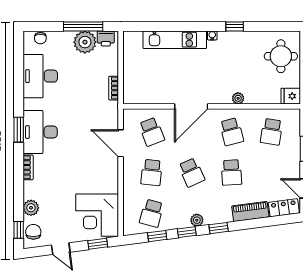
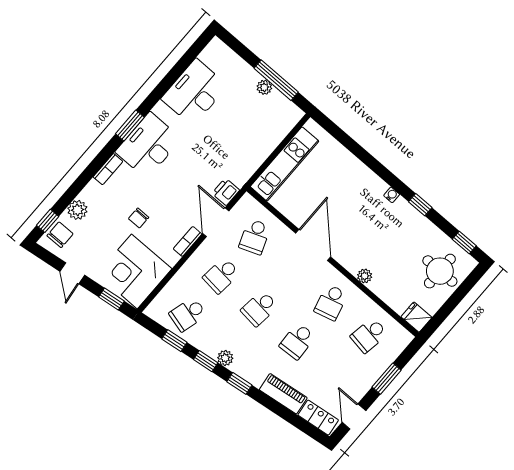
window: (281, 26) -> (464, 243), added
chair: (40, 38) -> (139, 218), moved
printer: (106, 38) -> (226, 192), moved, turned 90
kitchen unit: (175, 40) -> (285, 164), moved, turned -90
plant: (85, 42) -> (264, 87), width x0.53, depth x0.53
bookcase: (114, 88) -> (188, 241), moved
door: (191, 106) -> (313, 245), swing flipped
school desk: (192, 172) -> (259, 308), turned 30

